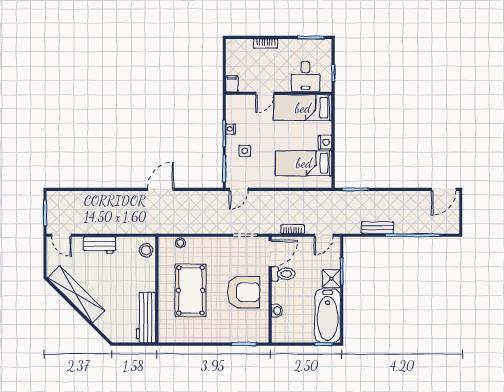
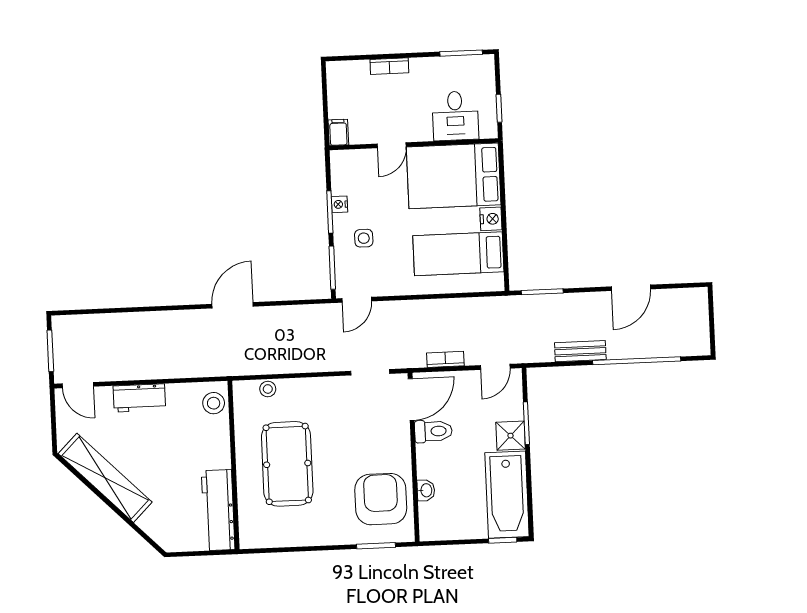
bed: (303, 108) -> (454, 176), width x1.50
door: (444, 189) -> (631, 288), moved
armchair: (244, 292) -> (381, 499), moved, turned -90

